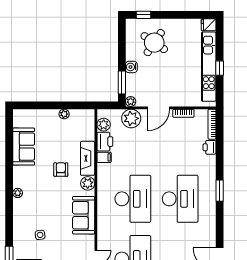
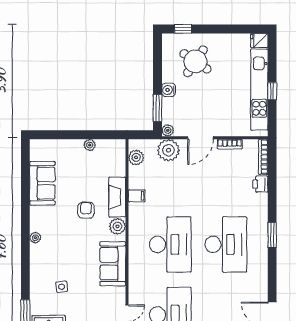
printer: (105, 142) -> (138, 177), removed

